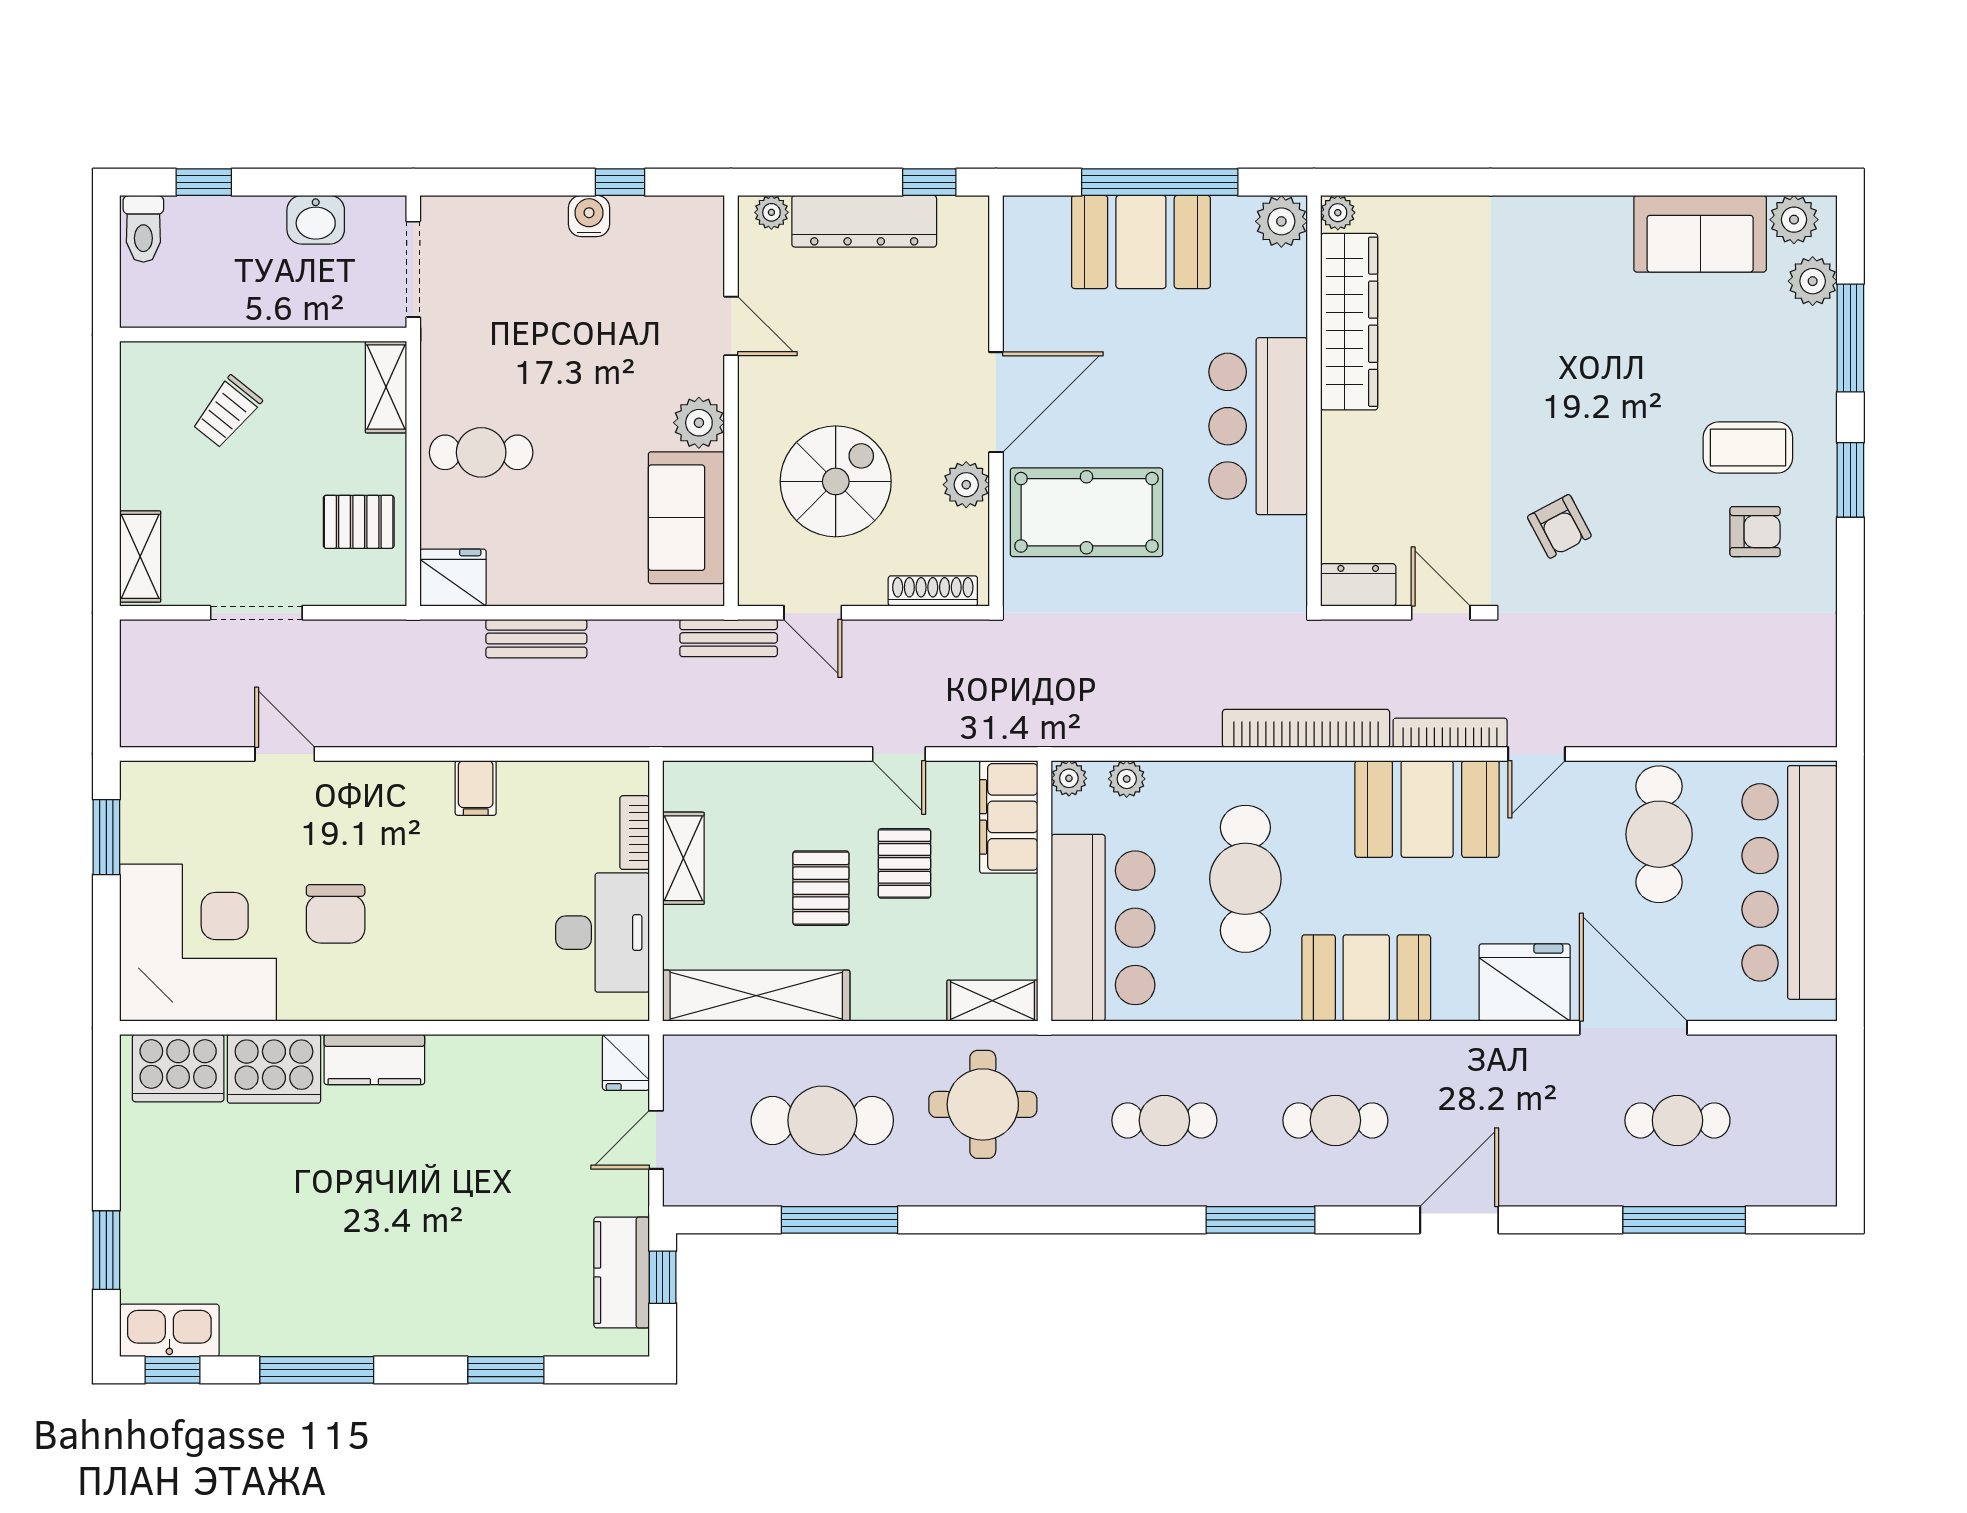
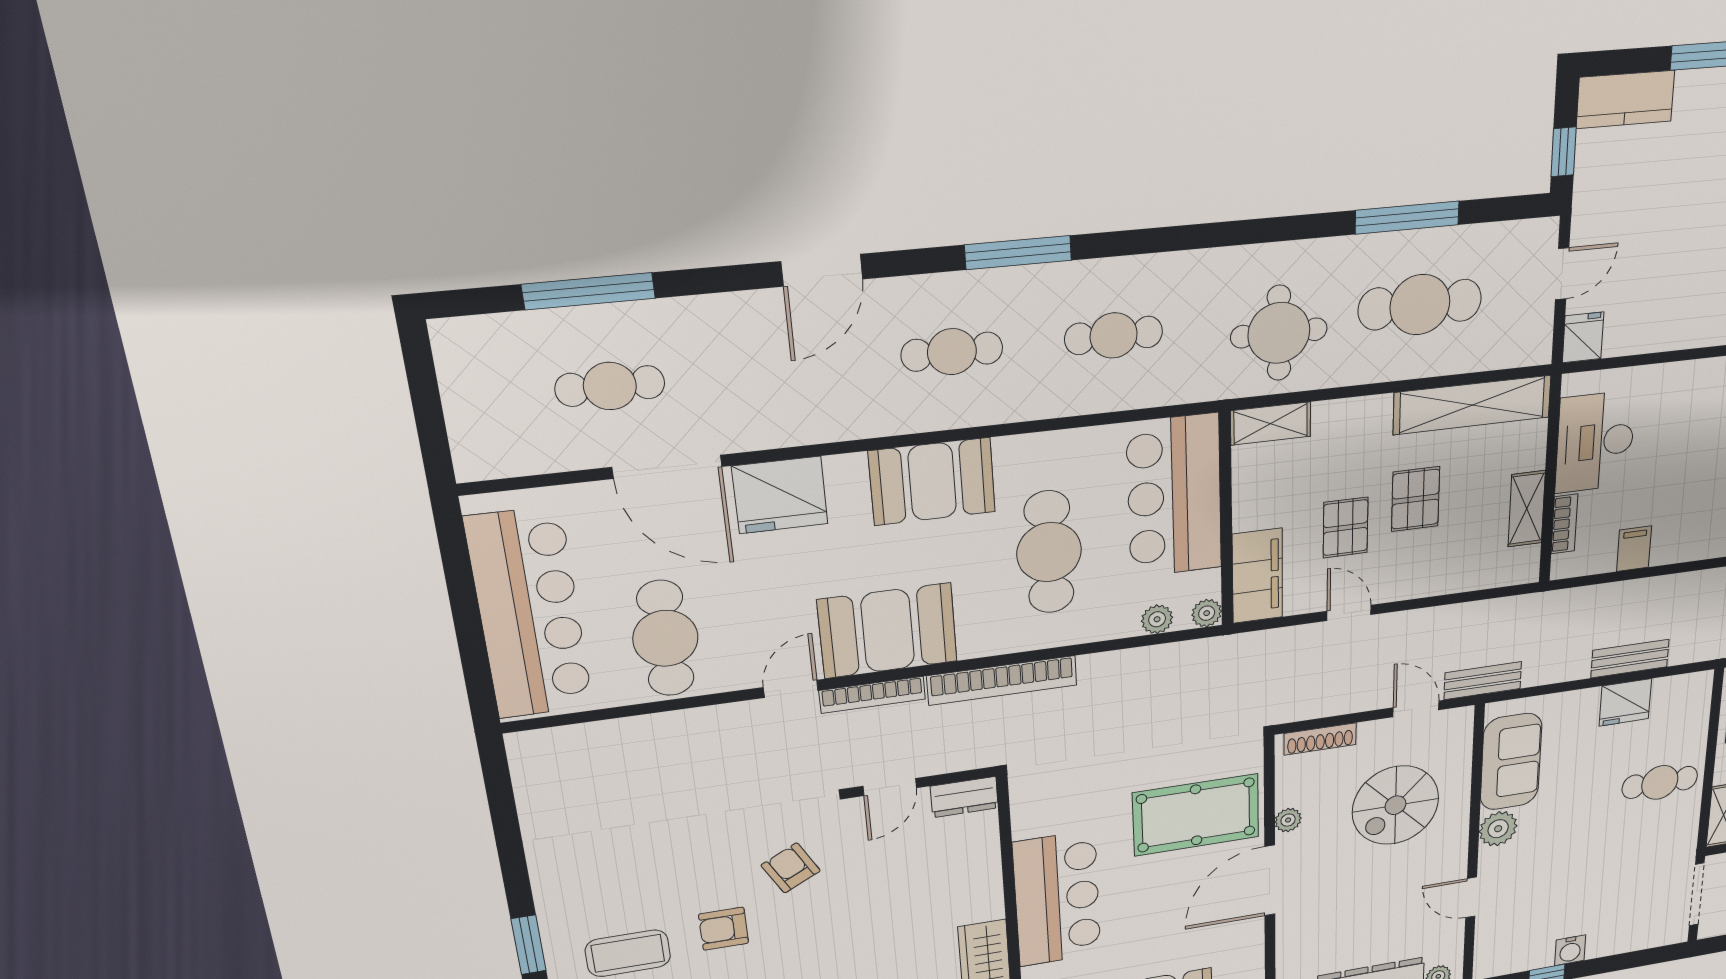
plant: (966, 485) -> (1288, 820), width x0.73, depth x0.73
armchair: (1755, 532) -> (724, 929), moved
fridge: (453, 578) -> (1625, 702), moved
door: (1441, 613) -> (890, 787), hinge flipped
filing cabinet: (476, 788) -> (1634, 549), moved
kitchen counter: (622, 1273) -> (1625, 99), moved, turned 90

